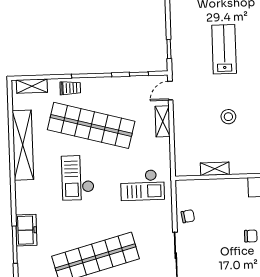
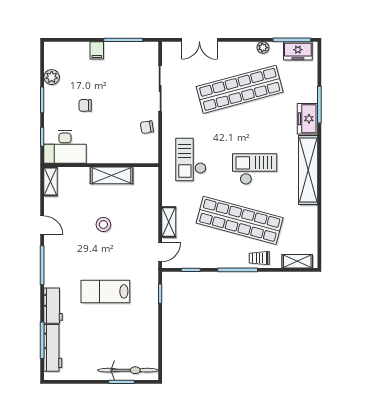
lab bench: (224, 49) -> (105, 291), turned 90
shelving: (23, 145) -> (308, 170), moved
shelving: (215, 169) -> (112, 175), width x1.50, depth x1.33
checkout: (78, 178) -> (255, 169), turned -90
checkout: (142, 185) -> (191, 160), turned -90

